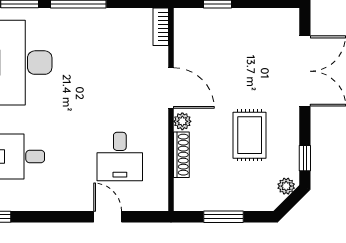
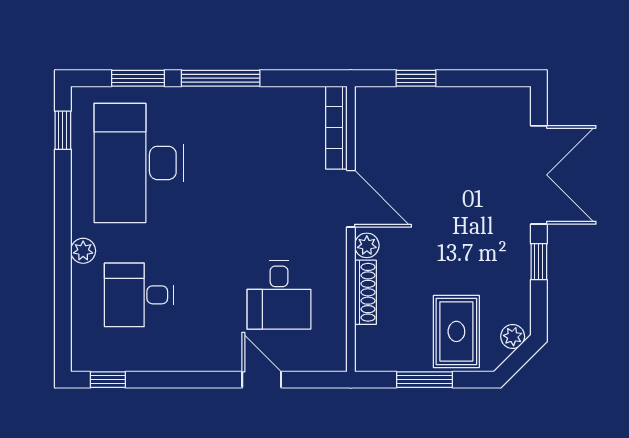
bookcase: (161, 27) -> (336, 128), width x1.56
rug: (250, 135) -> (456, 331), moved
window: (305, 158) -> (539, 262), moved

